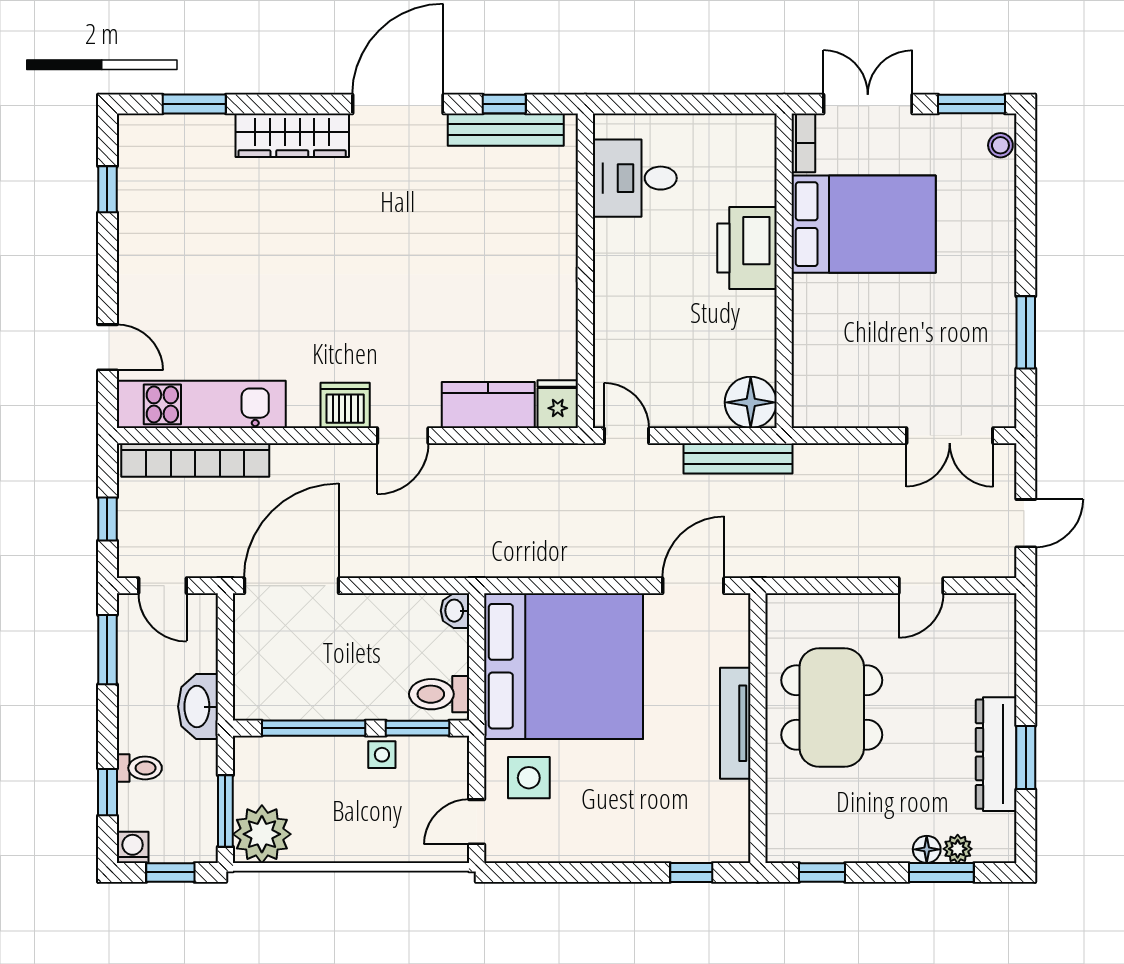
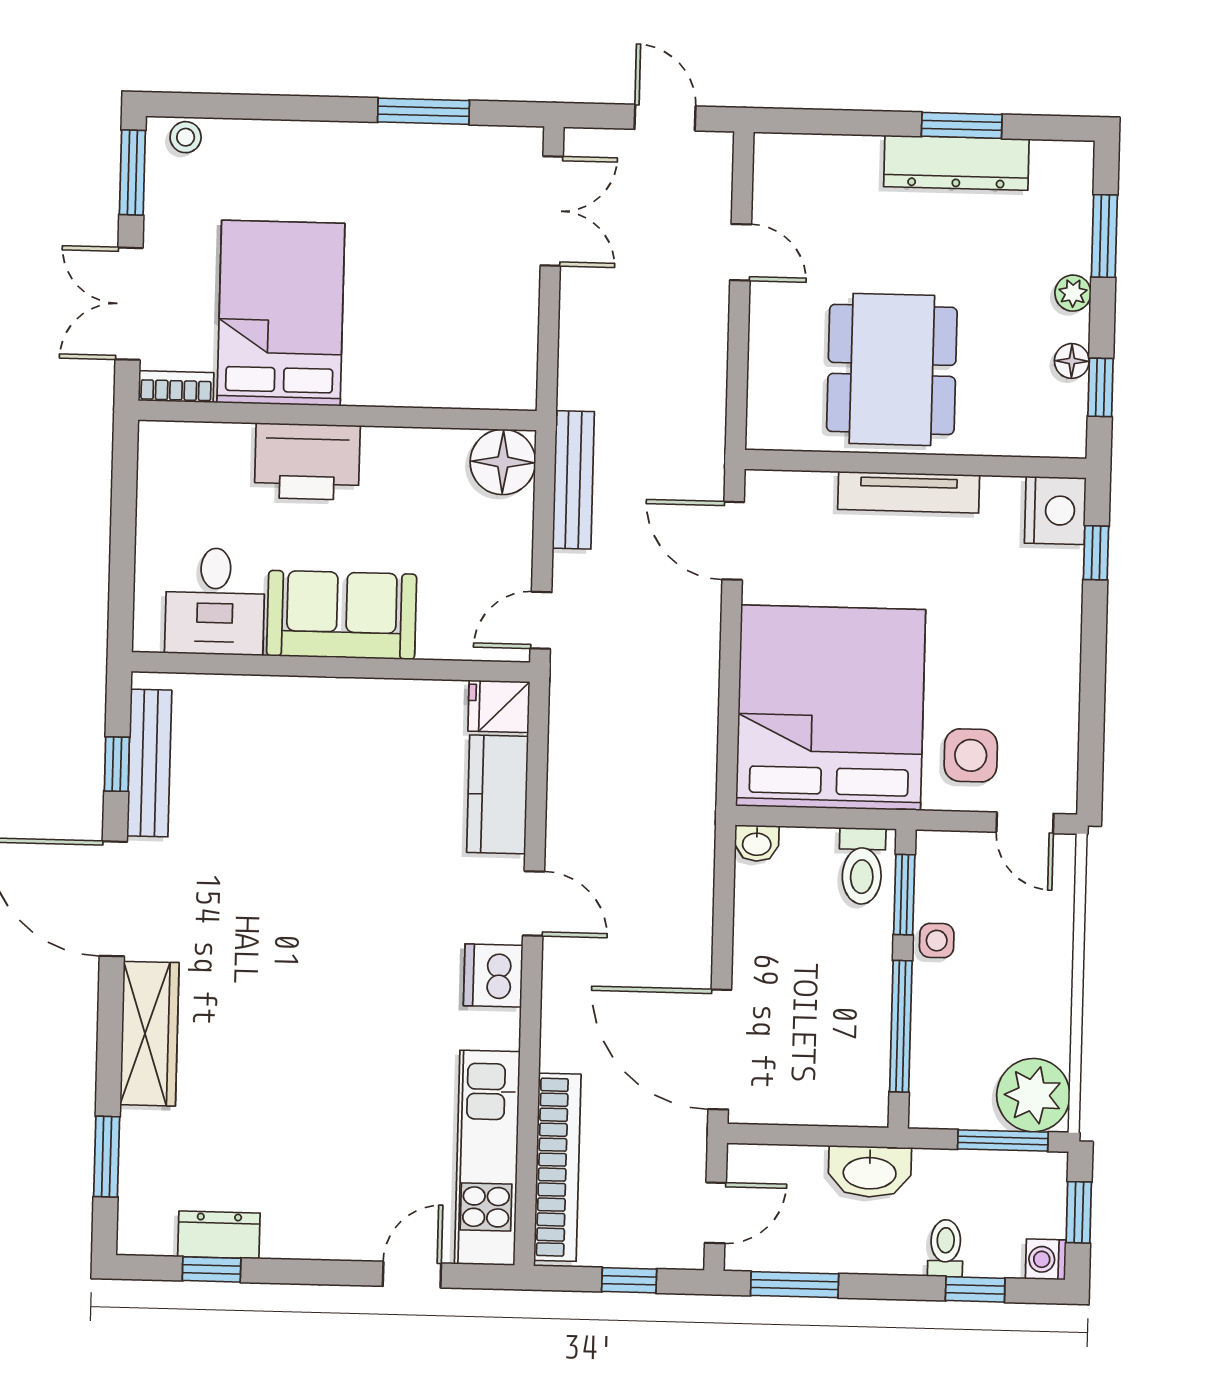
dresser: (135, 194) -> (219, 1235), added
sofa: (627, 278) -> (342, 615), added
dining table: (832, 707) -> (892, 369), turned 90
nightstand: (724, 839) -> (1055, 510), added
floor lamp: (927, 849) -> (1072, 361), moved
plant: (958, 849) -> (1073, 293), moved

